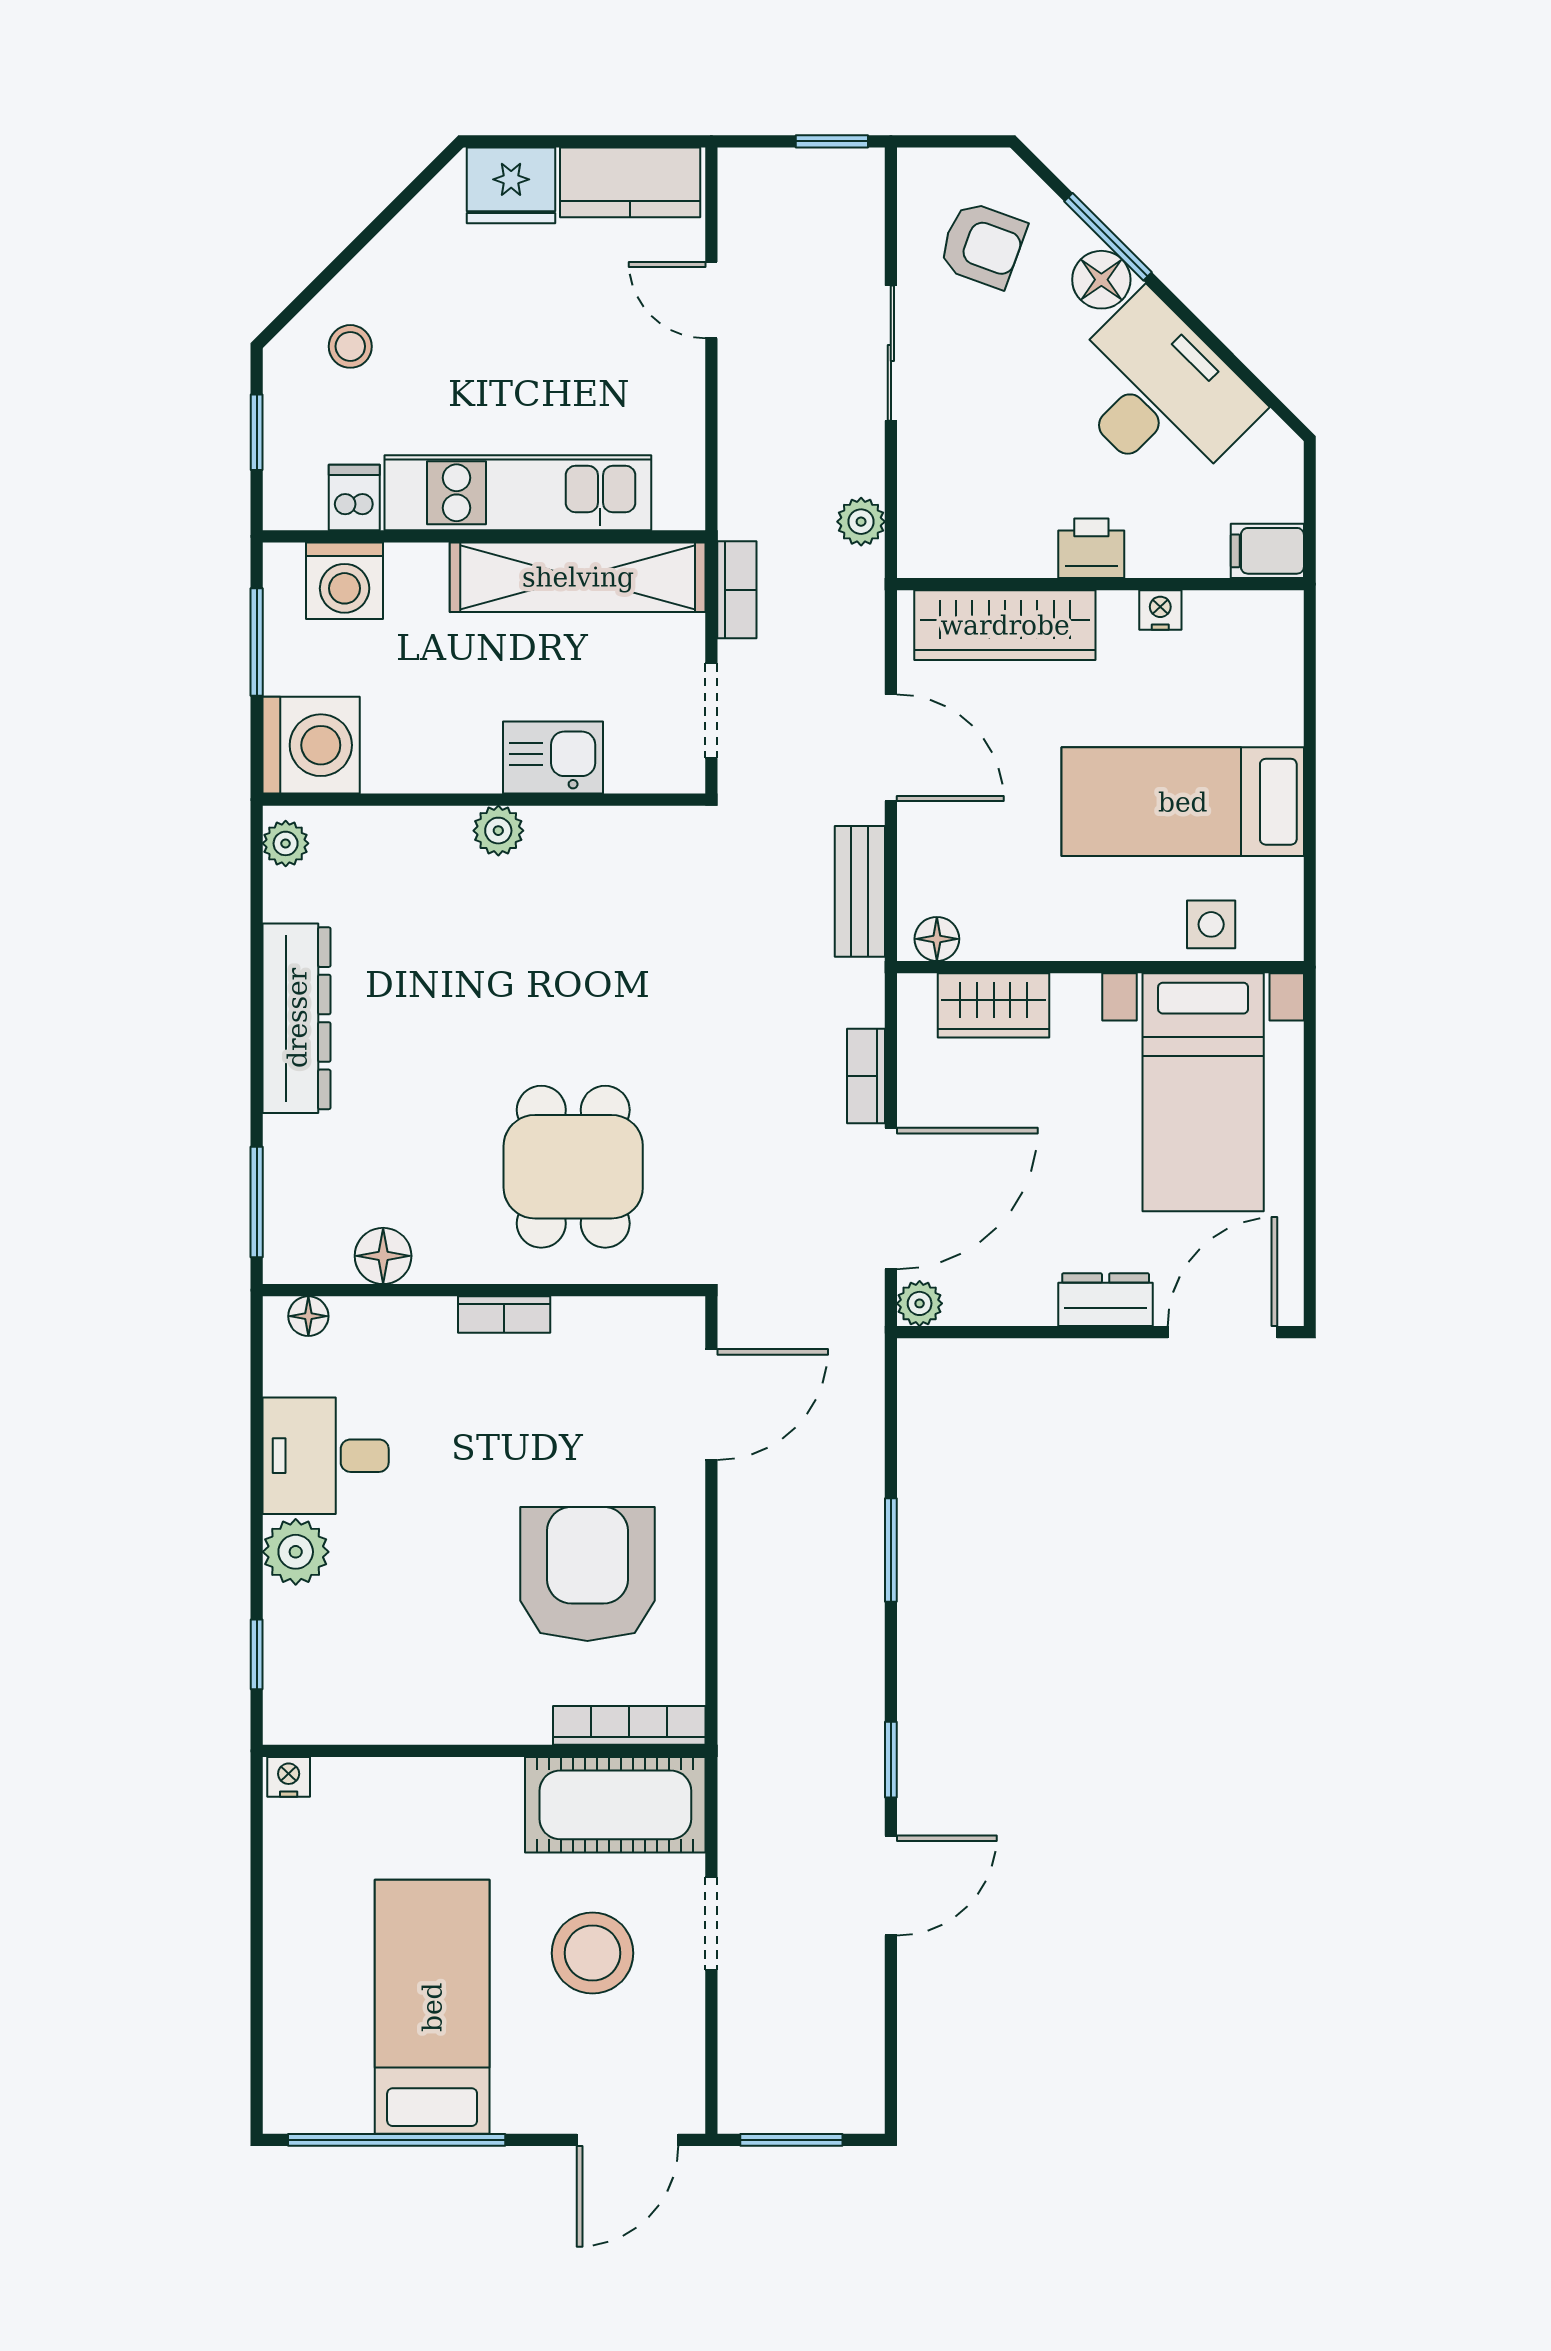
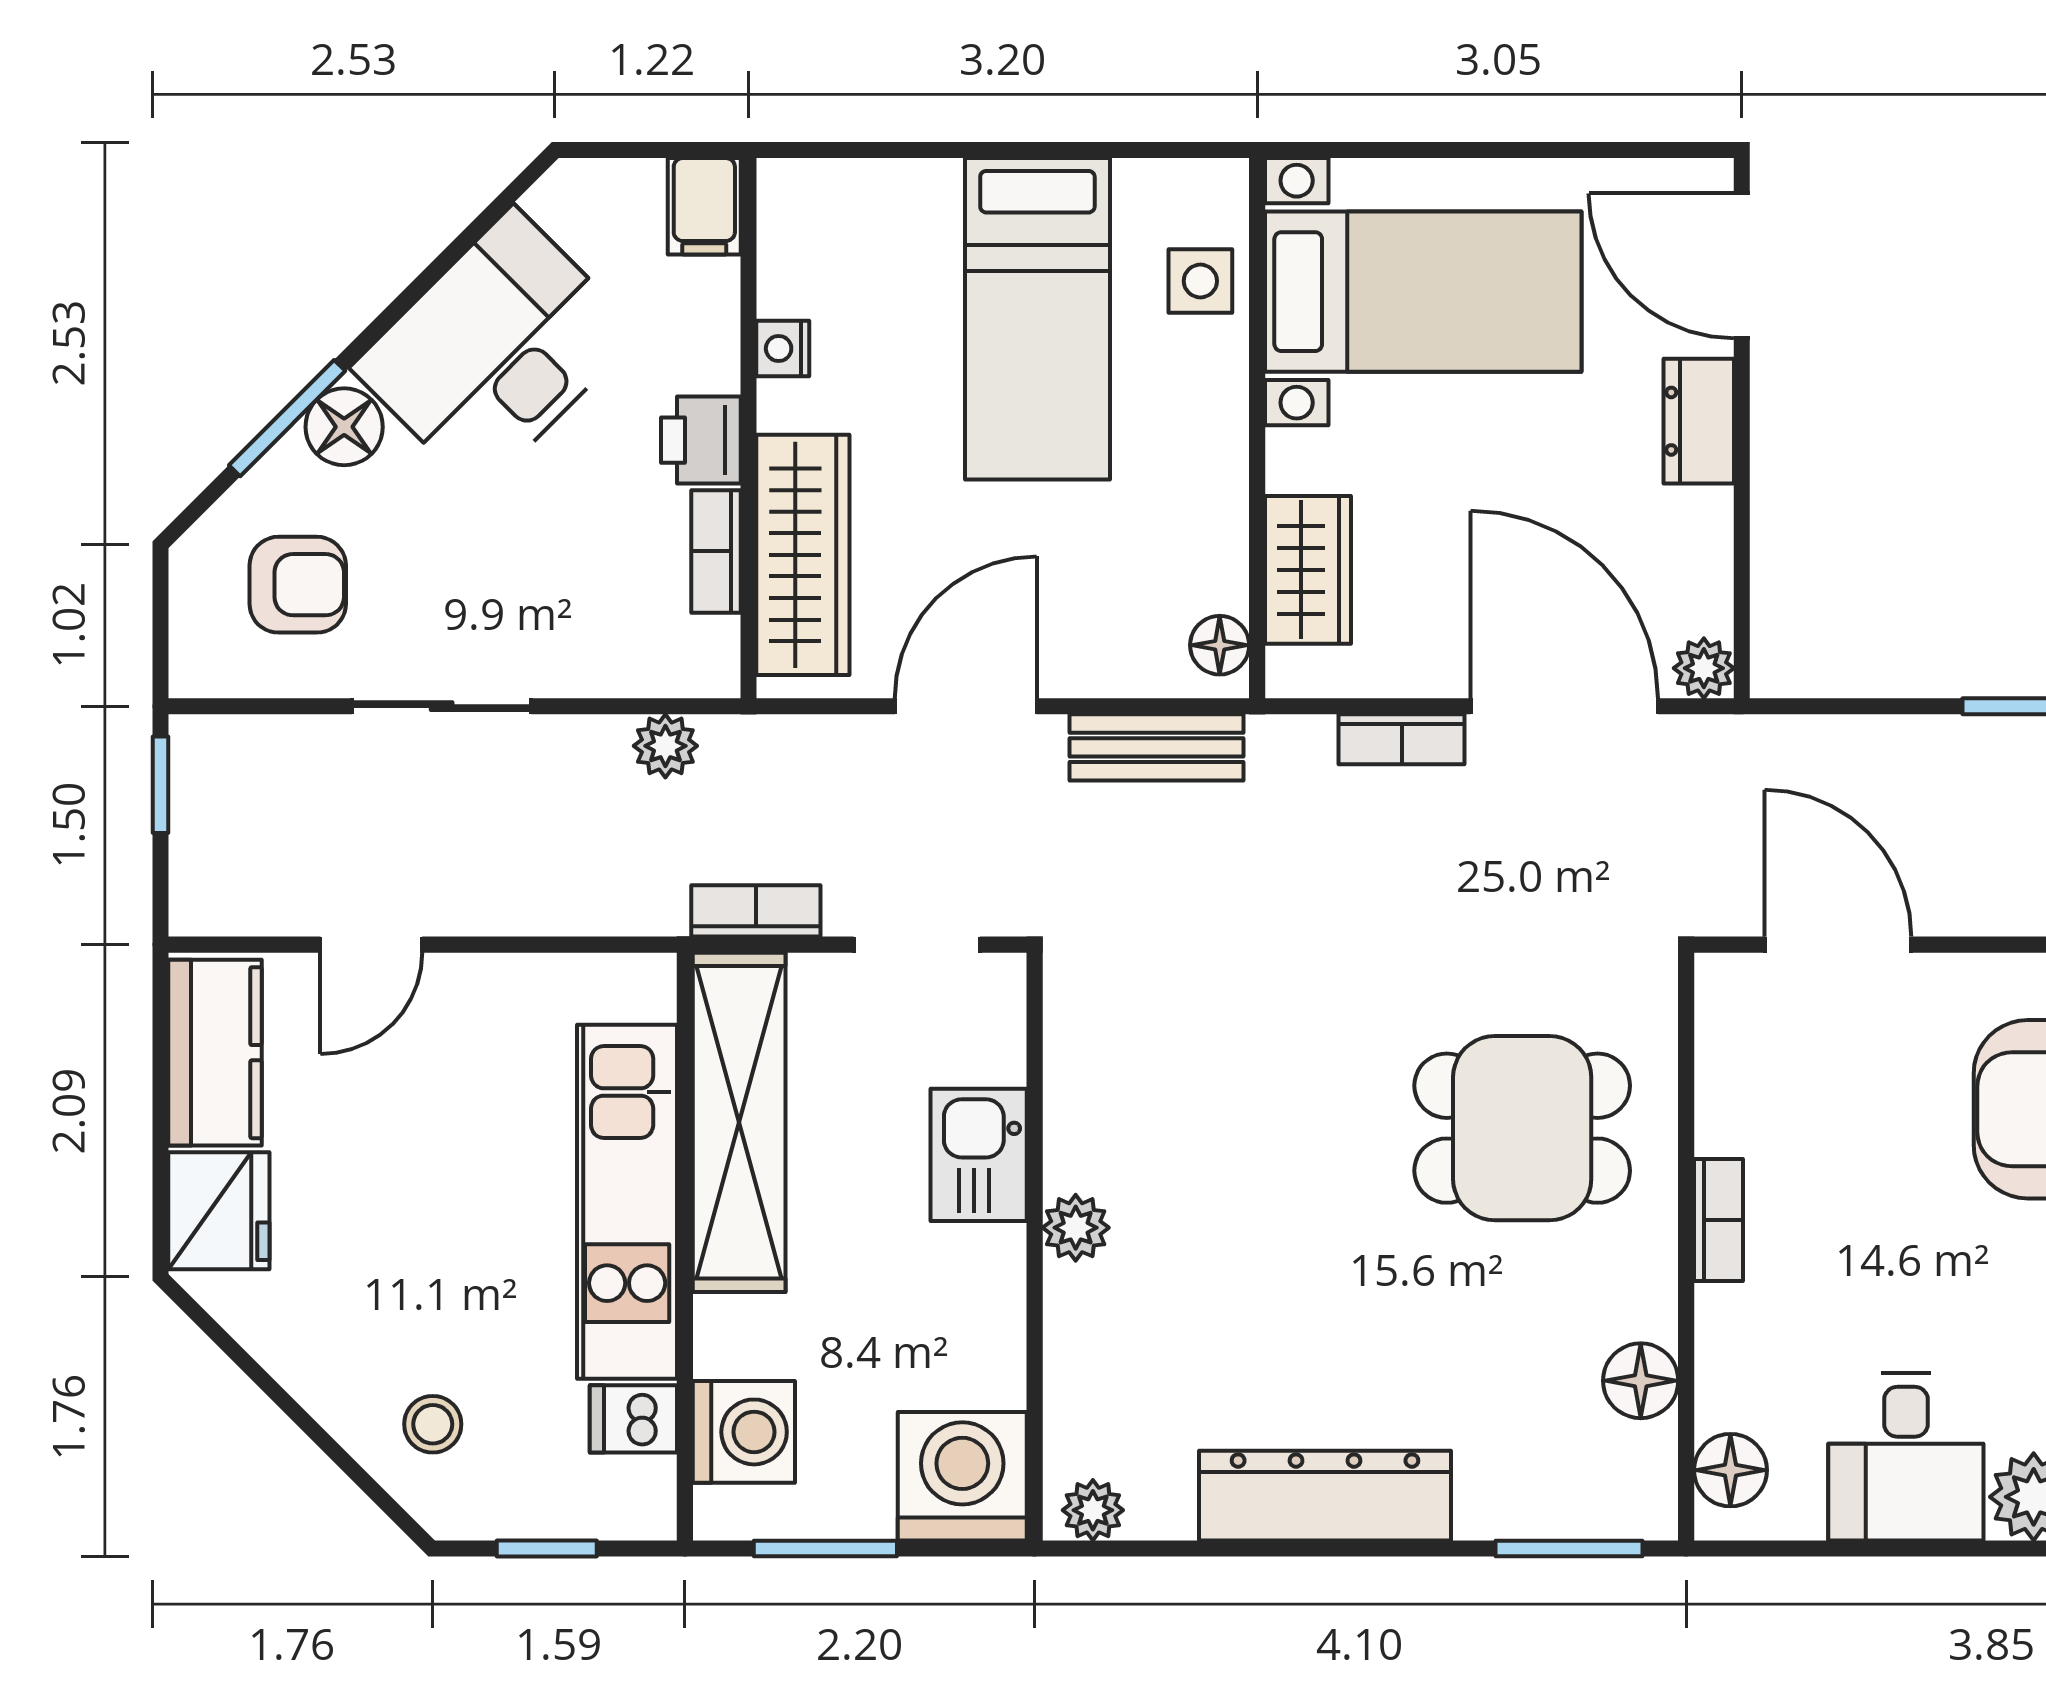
armchair: (982, 245) -> (298, 585), turned 70
bookcase: (1007, 560) -> (716, 551), added
floor lamp: (308, 1316) -> (1730, 1470), width x1.37, depth x1.37

